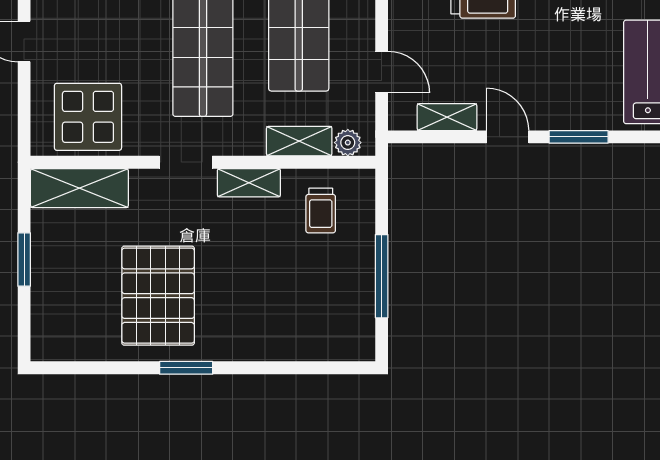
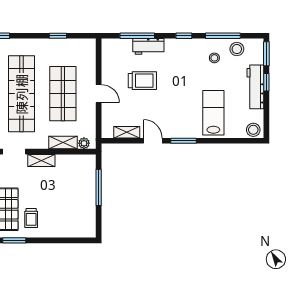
door: (382, 72) -> (99, 94), moved
trolley: (321, 210) -> (31, 218), moved
window: (382, 276) -> (99, 187), moved

